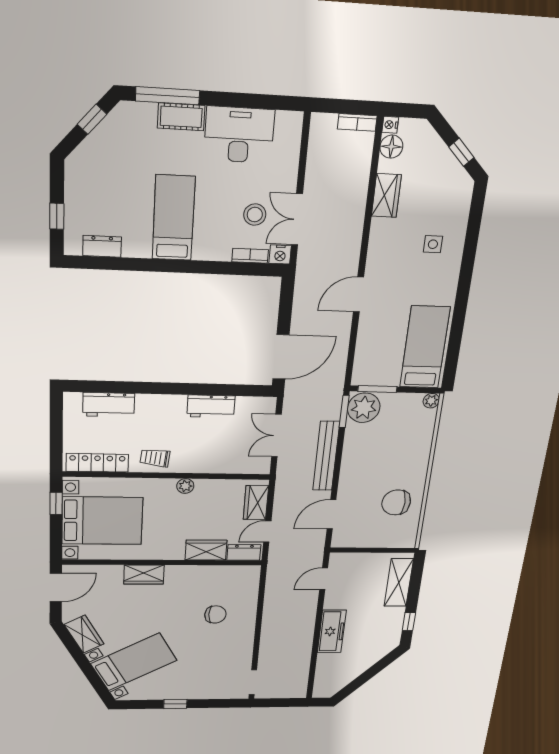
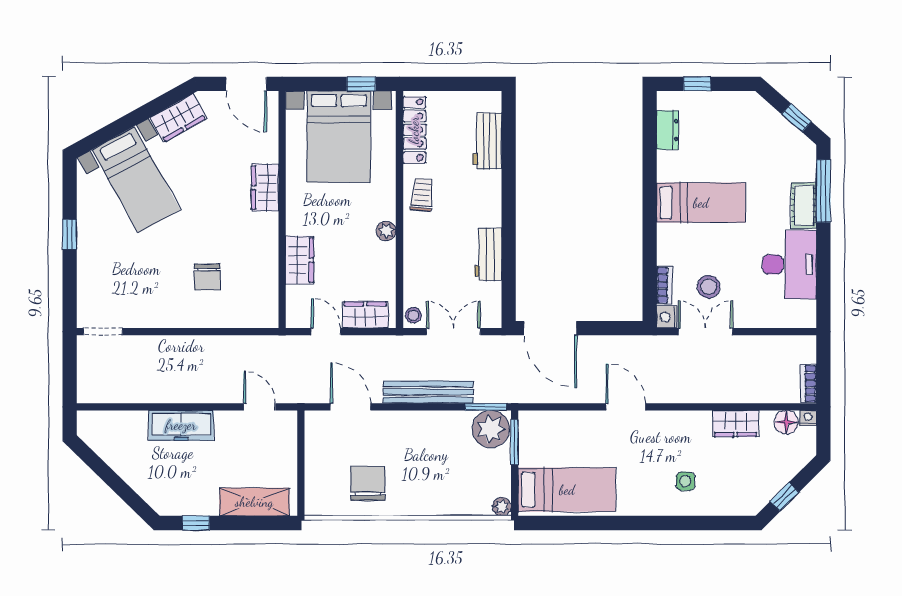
stool: (259, 466) -> (413, 315), added
dresser: (244, 552) -> (297, 306), removed

